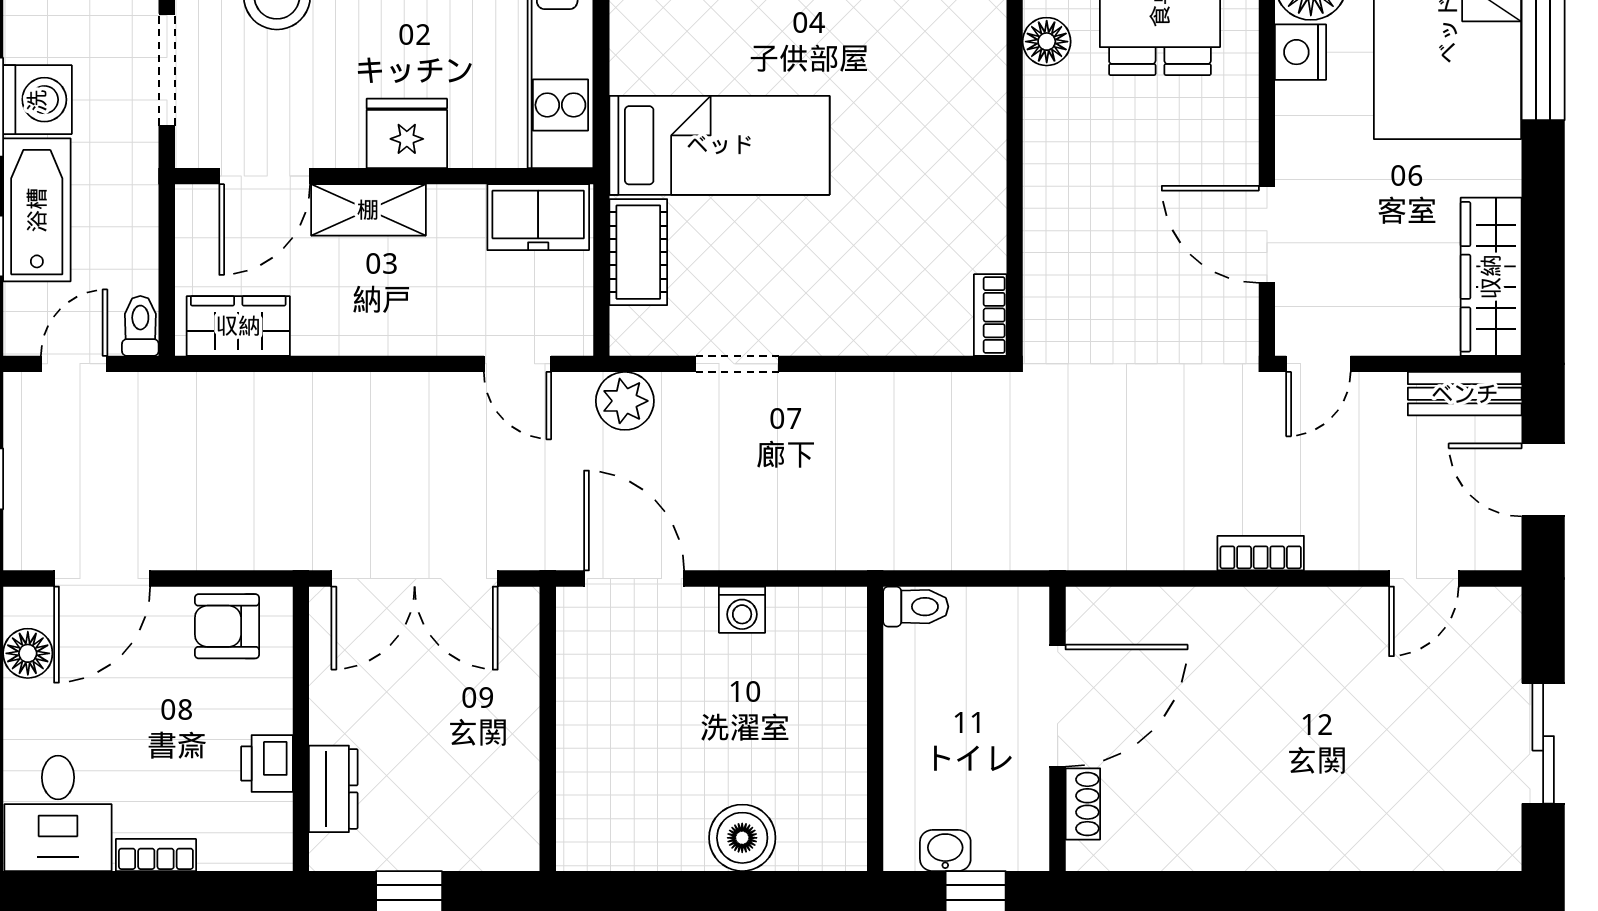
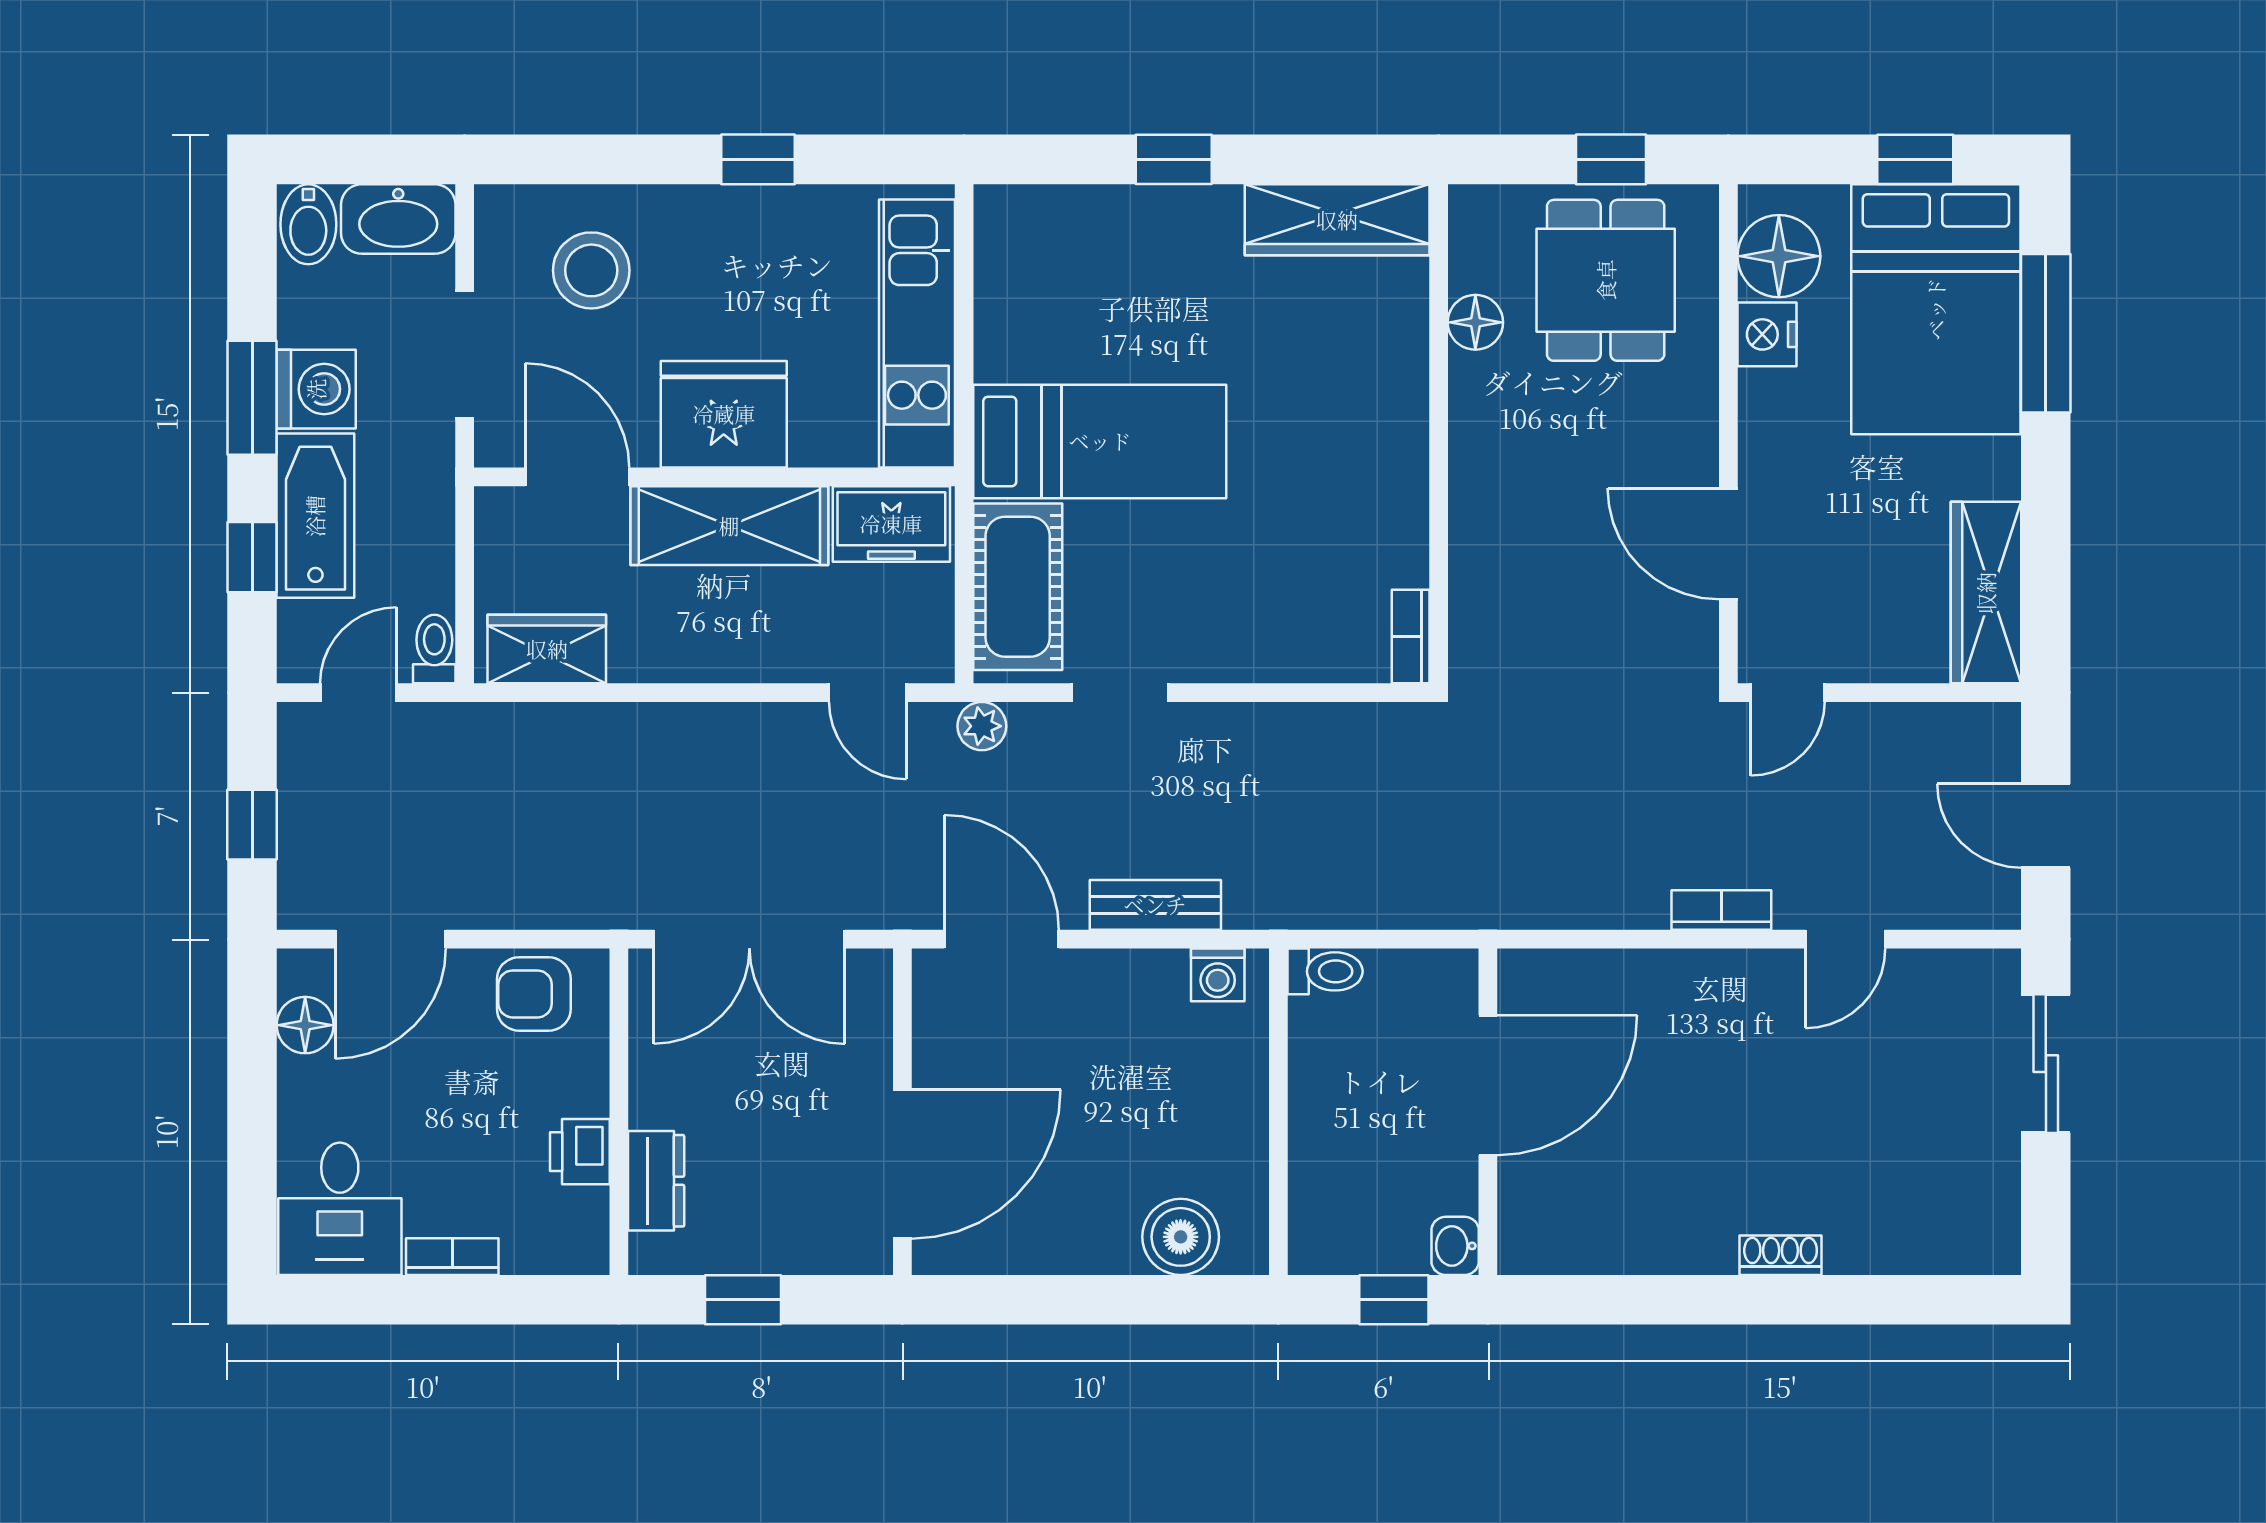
fridge: (407, 133) -> (724, 414), width x1.36, depth x1.34
door: (265, 176) -> (577, 477), swing flipped
shelving: (368, 210) -> (729, 526), width x1.50, depth x1.33
cot: (638, 252) -> (1018, 587), width x1.37, depth x1.34
bench: (1465, 394) -> (1155, 905), moved
plant: (625, 401) -> (982, 726), width x0.73, depth x0.73
door: (1424, 579) -> (1845, 939), moved
washing machine: (742, 610) -> (1218, 975), moved
sliding door: (1543, 743) -> (2046, 1064), moved
door: (548, 774) -> (902, 1164), added
shoe rack: (1083, 804) -> (1781, 1255), moved, turned -90
boiler: (742, 838) -> (1181, 1237), moved
washbasin: (945, 850) -> (1455, 1246), moved, turned -90

